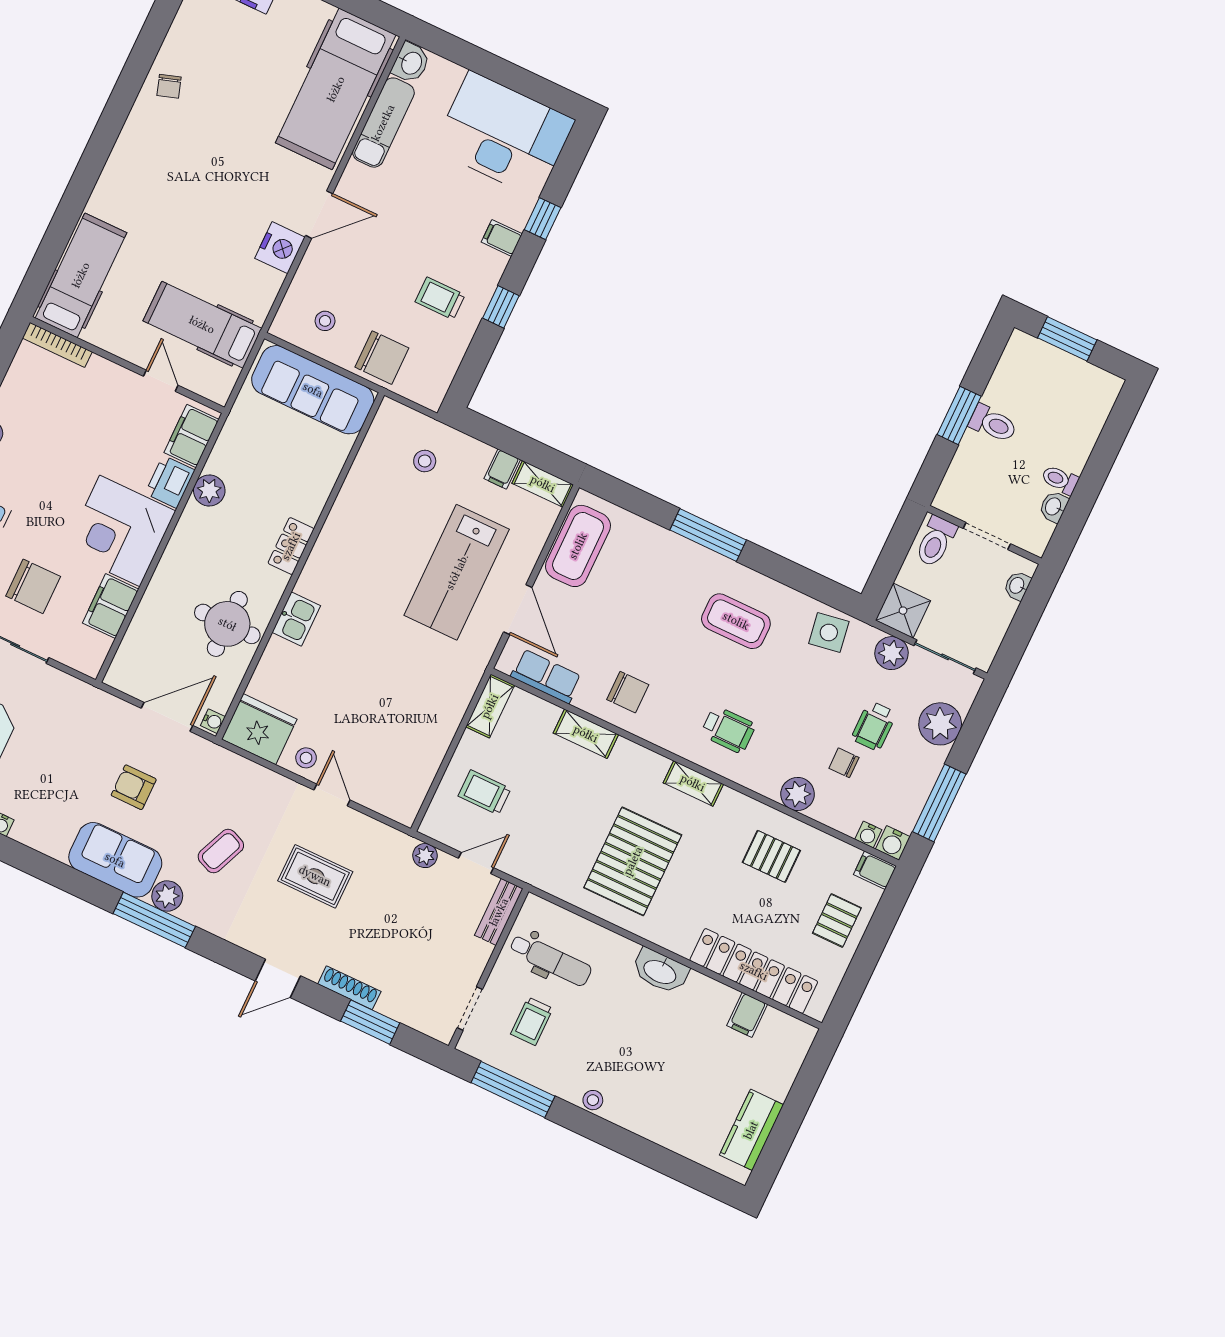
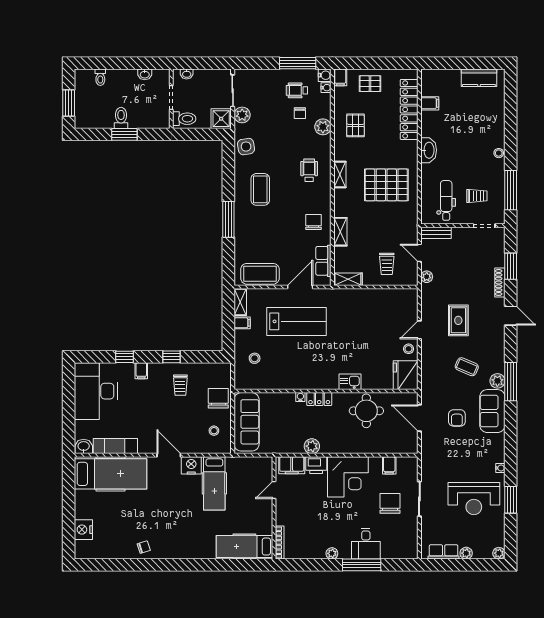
hospital bed: (202, 325) -> (214, 483), moved
toilet: (1060, 480) -> (100, 77), moved
filing cabinet: (111, 606) -> (389, 465), width x0.50
water cooler: (213, 721) -> (300, 397), moved
plant: (940, 724) -> (263, 79), removed
wheelchair: (874, 726) -> (297, 90), moved, turned 180

